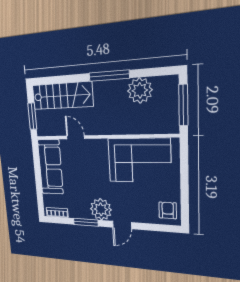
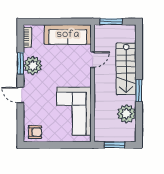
window: (109, 76) -> (139, 91), width x0.69
stairs: (62, 96) -> (126, 69), moved
window: (183, 105) -> (114, 145), width x0.69
plant: (101, 209) -> (33, 65), moved

